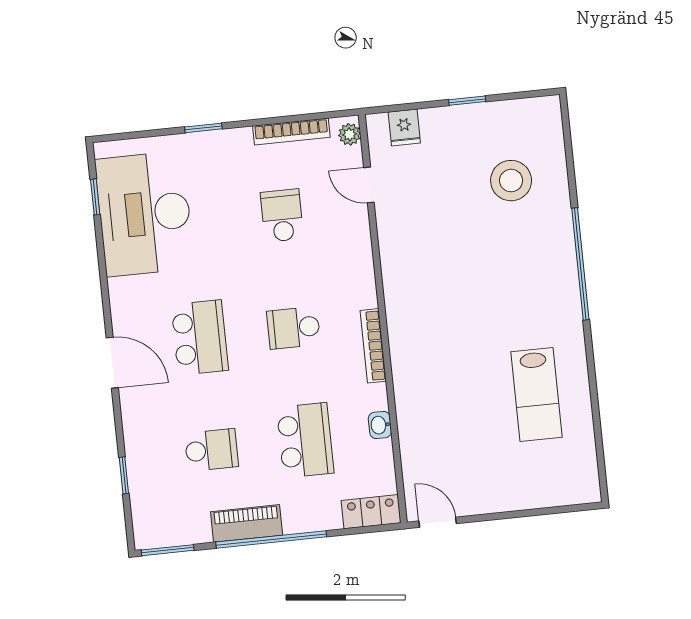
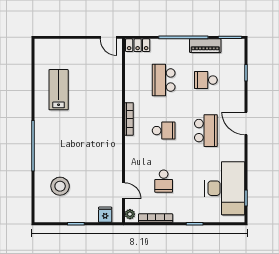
school desk: (200, 338) -> (206, 131), turned 180
washbasin: (380, 425) -> (130, 83), removed
piano: (247, 523) -> (205, 46), moved

